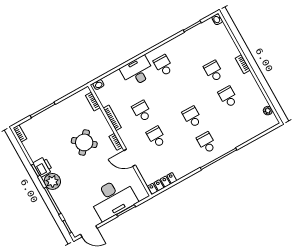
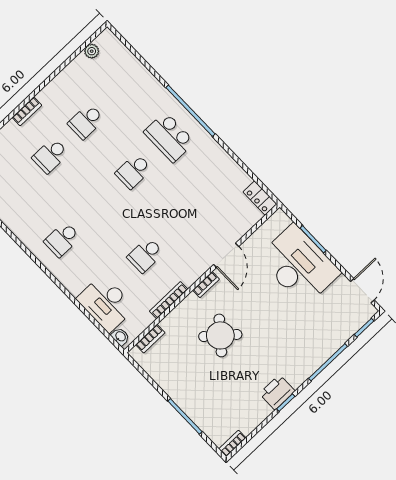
desk: (137, 71) -> (106, 303), moved
school desk: (156, 137) -> (181, 221), removed
school desk: (207, 143) -> (169, 137), width x1.85
plant: (52, 181) -> (297, 371), removed
locker: (162, 183) -> (260, 198), width x0.66

